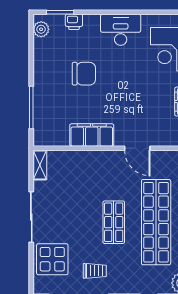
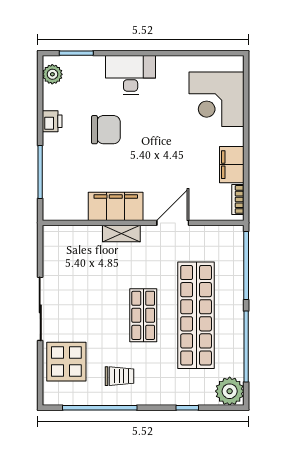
printer: (74, 22) -> (52, 121), moved, turned -90
desk: (121, 30) -> (131, 75), moved
door: (137, 148) -> (173, 223), swing flipped
shelving: (40, 165) -> (121, 234), moved, turned 90

